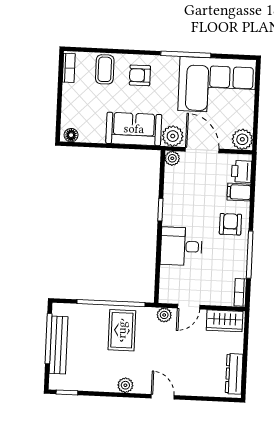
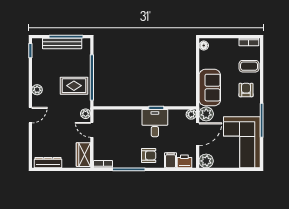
desk: (181, 246) -> (155, 123), moved

